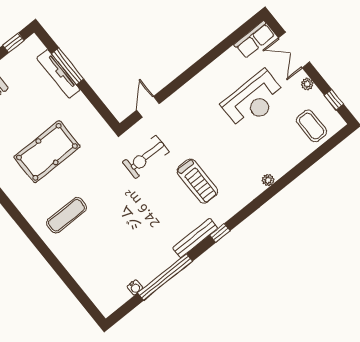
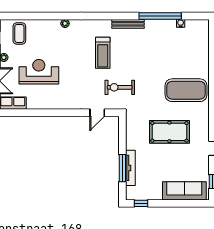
exercise bike: (146, 157) -> (120, 87), turned 180
treadmill: (197, 181) -> (103, 53), turned 180
exercise mat: (67, 215) -> (186, 90), width x2.00, depth x1.45
window: (220, 233) -> (113, 16), removed

